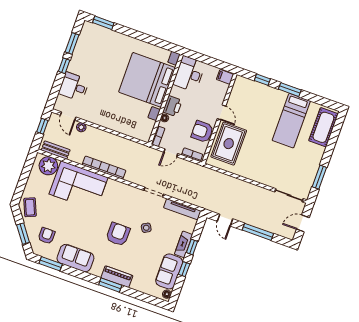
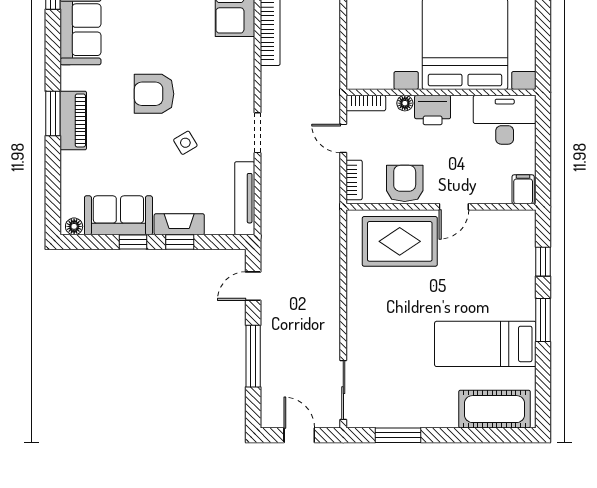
armchair: (118, 234) -> (154, 94), turned 180

